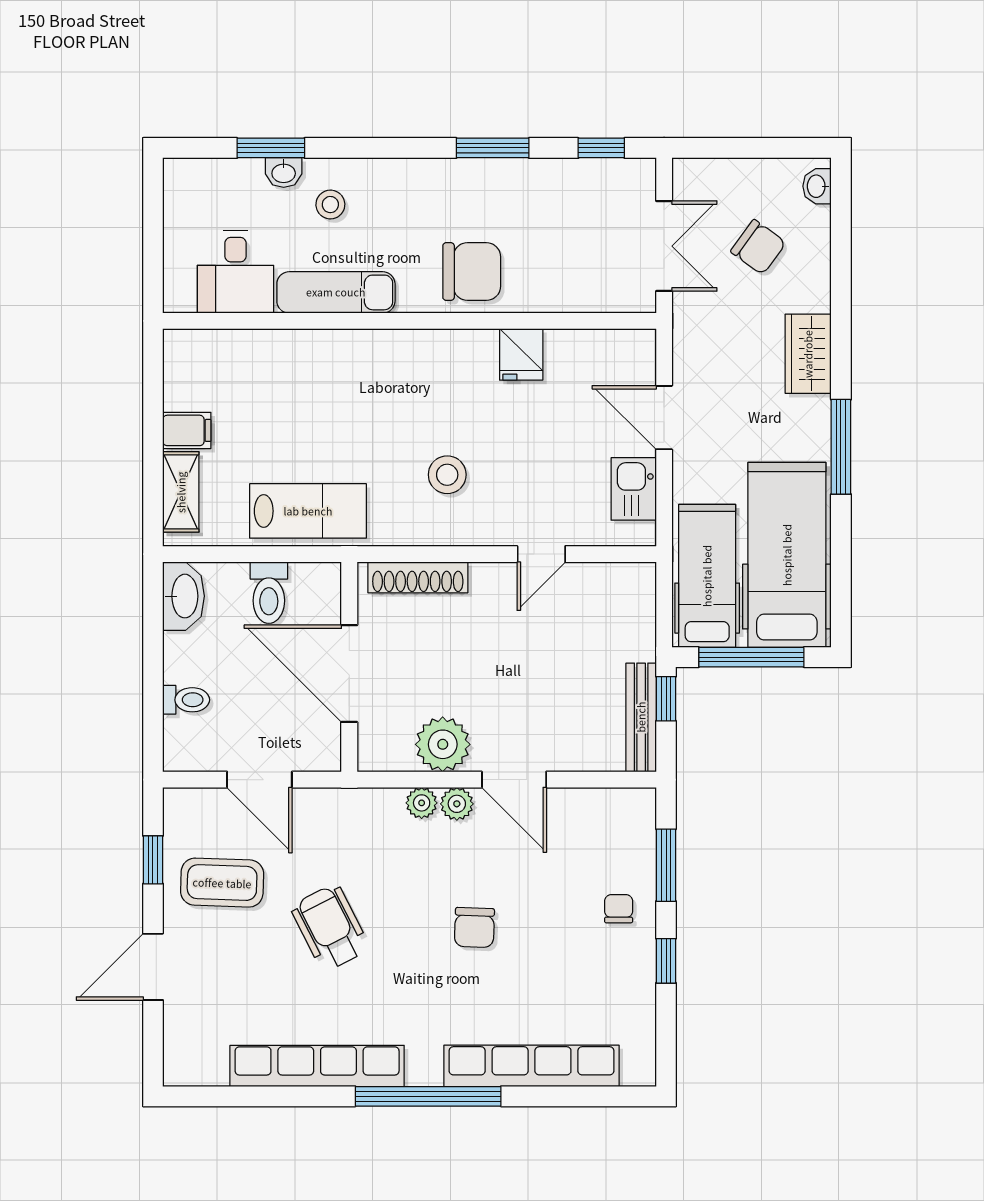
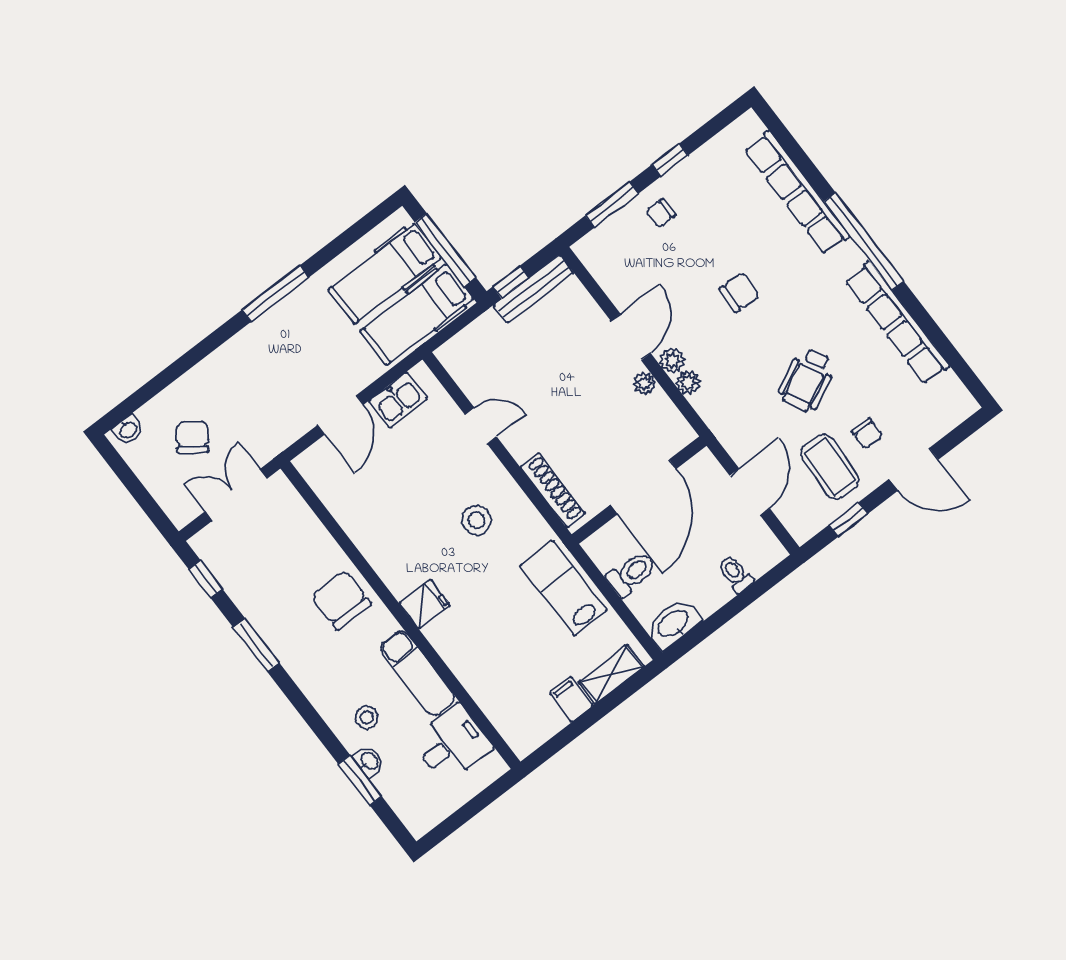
fridge: (521, 354) -> (425, 604), moved
wardrobe: (808, 354) -> (234, 357), removed
hospital bed: (787, 555) -> (385, 273), width x0.73, depth x0.78
plant: (443, 744) -> (644, 383), width x0.53, depth x0.53
chair: (227, 947) -> (867, 434), added

